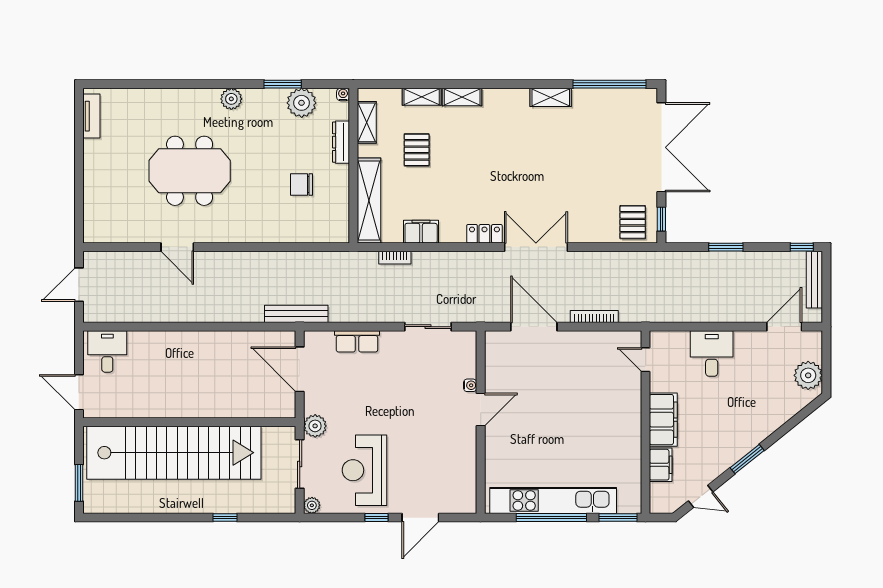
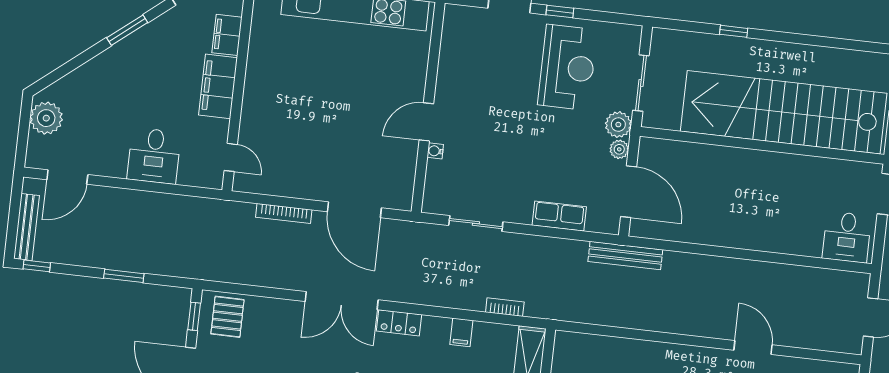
filing cabinet: (421, 232) -> (461, 332), width x0.50
plant: (312, 505) -> (619, 149), moved

